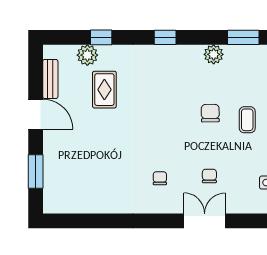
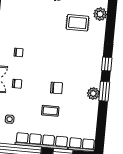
window: (101, 37) -> (111, 24), removed
window: (243, 37) -> (104, 91), moved

